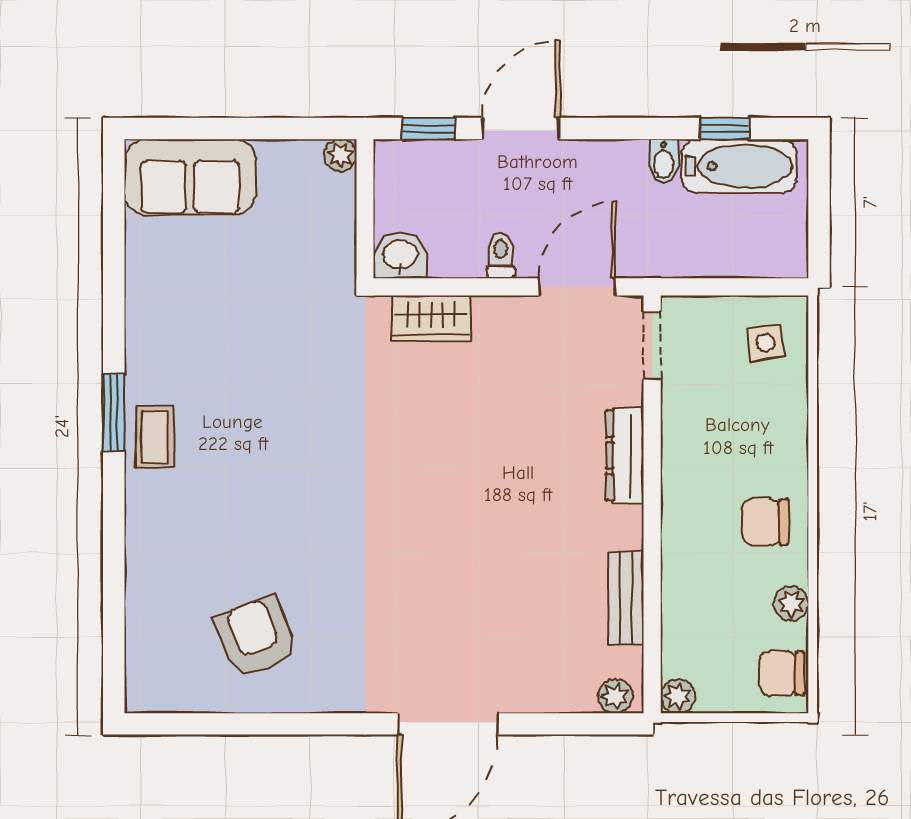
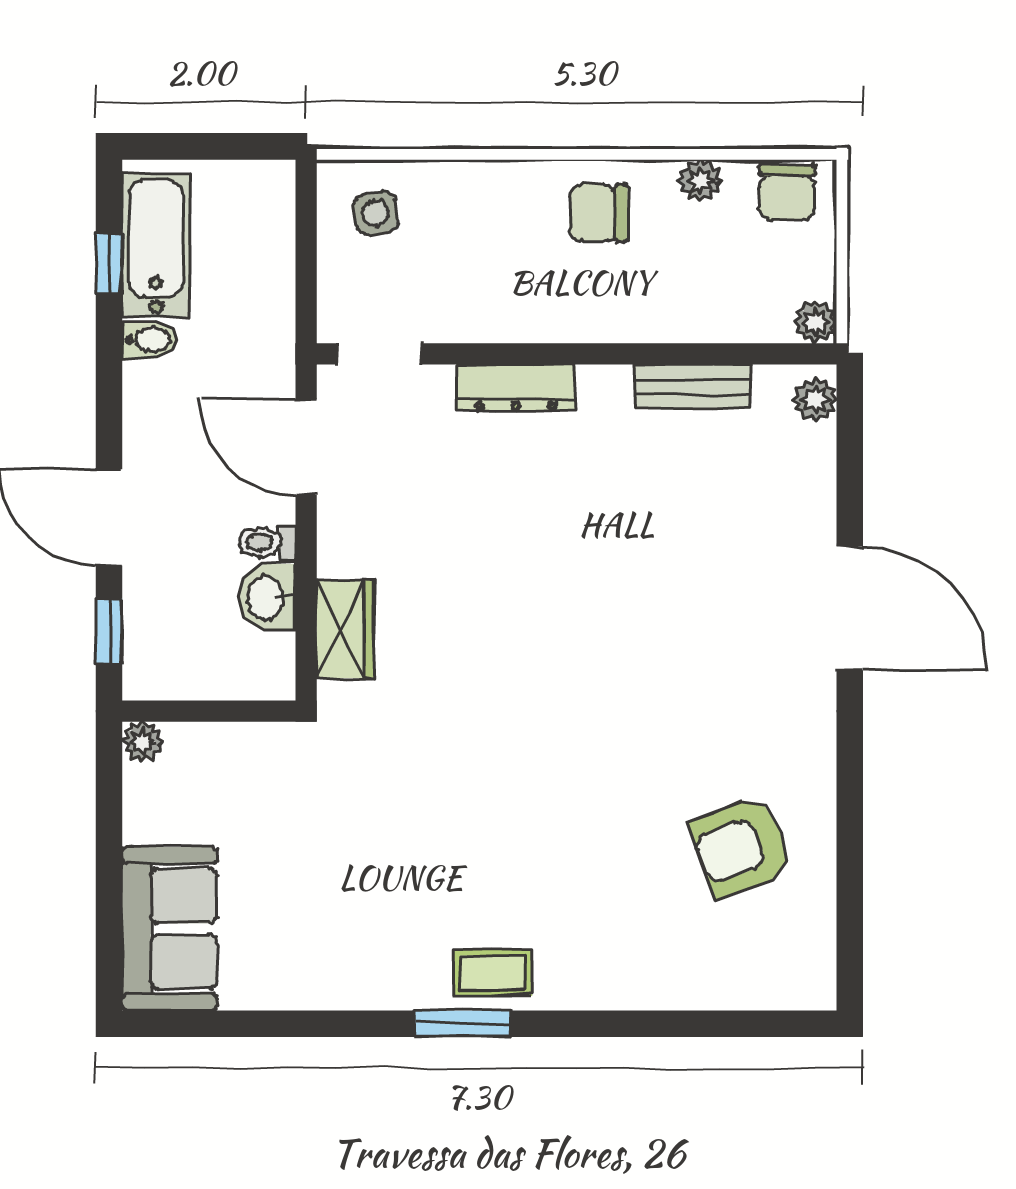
washbasin: (400, 256) -> (267, 597), moved
chair: (765, 522) -> (599, 213), turned 90

